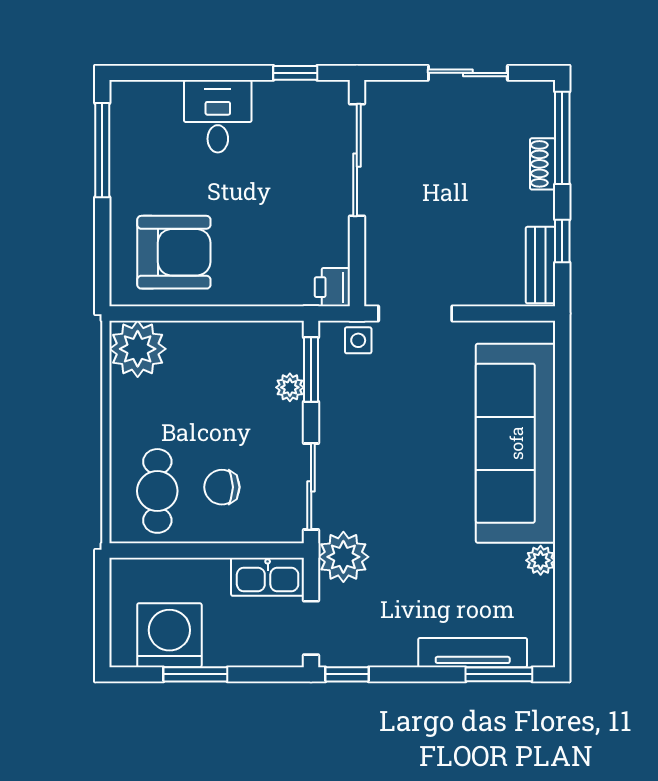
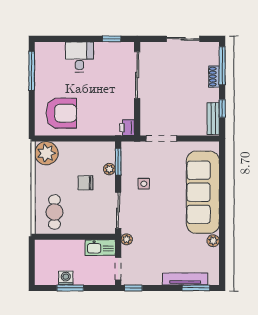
side table: (358, 340) -> (144, 184), moved
chair: (222, 487) -> (85, 183), moved
plant: (343, 557) -> (127, 239), width x0.53, depth x0.53
washing machine: (169, 635) -> (66, 278), width x0.53, depth x0.53

